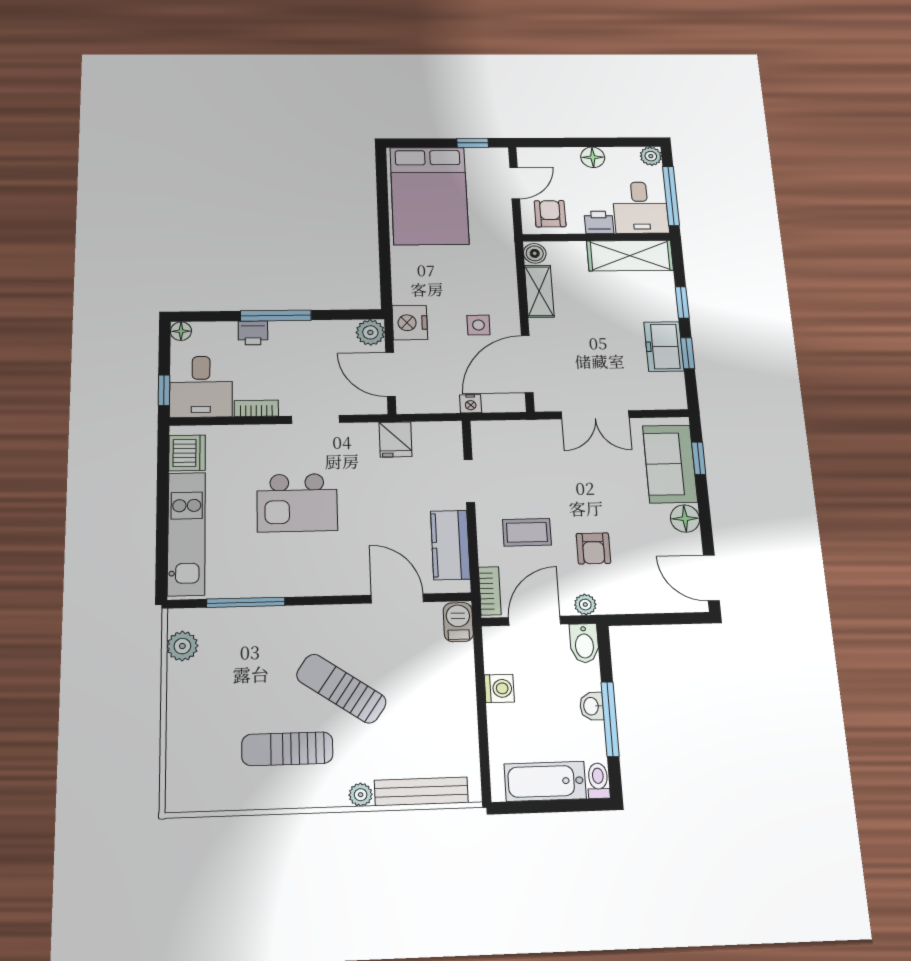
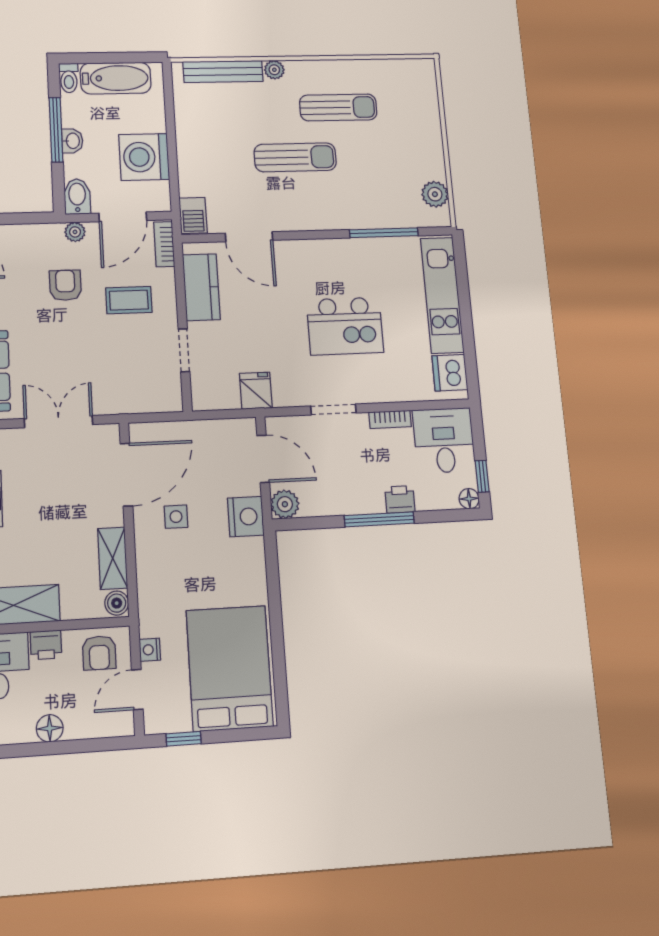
window: (164, 390) -> (482, 476), moved
nightstand: (471, 404) -> (150, 650), moved, turned -90
kitchen island: (297, 503) -> (345, 326), turned 180
washing machine: (499, 688) -> (144, 157), width x1.89, depth x1.89
sun lounger: (341, 689) -> (295, 157), turned -34

